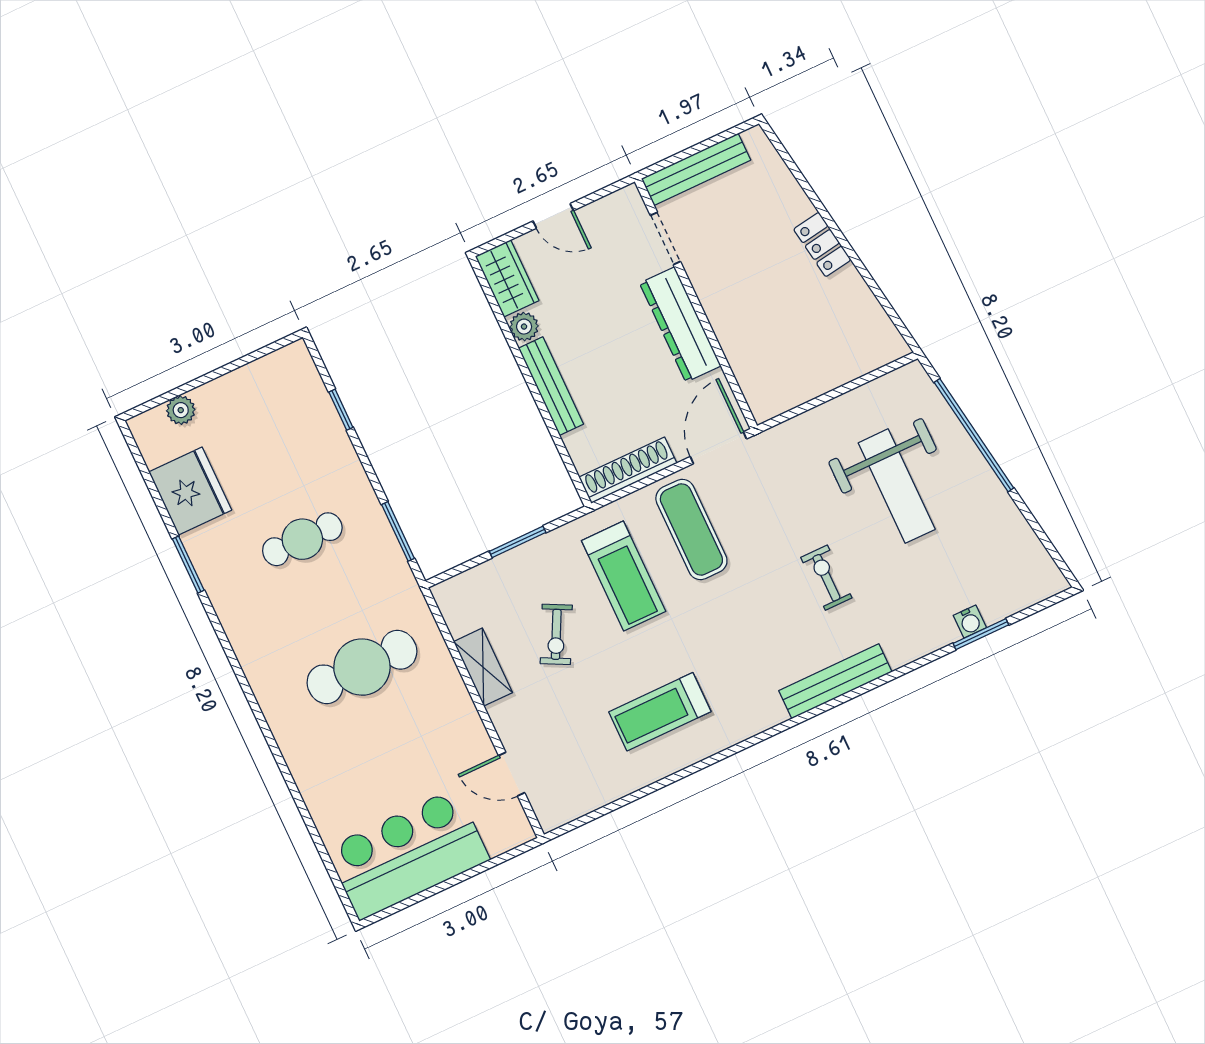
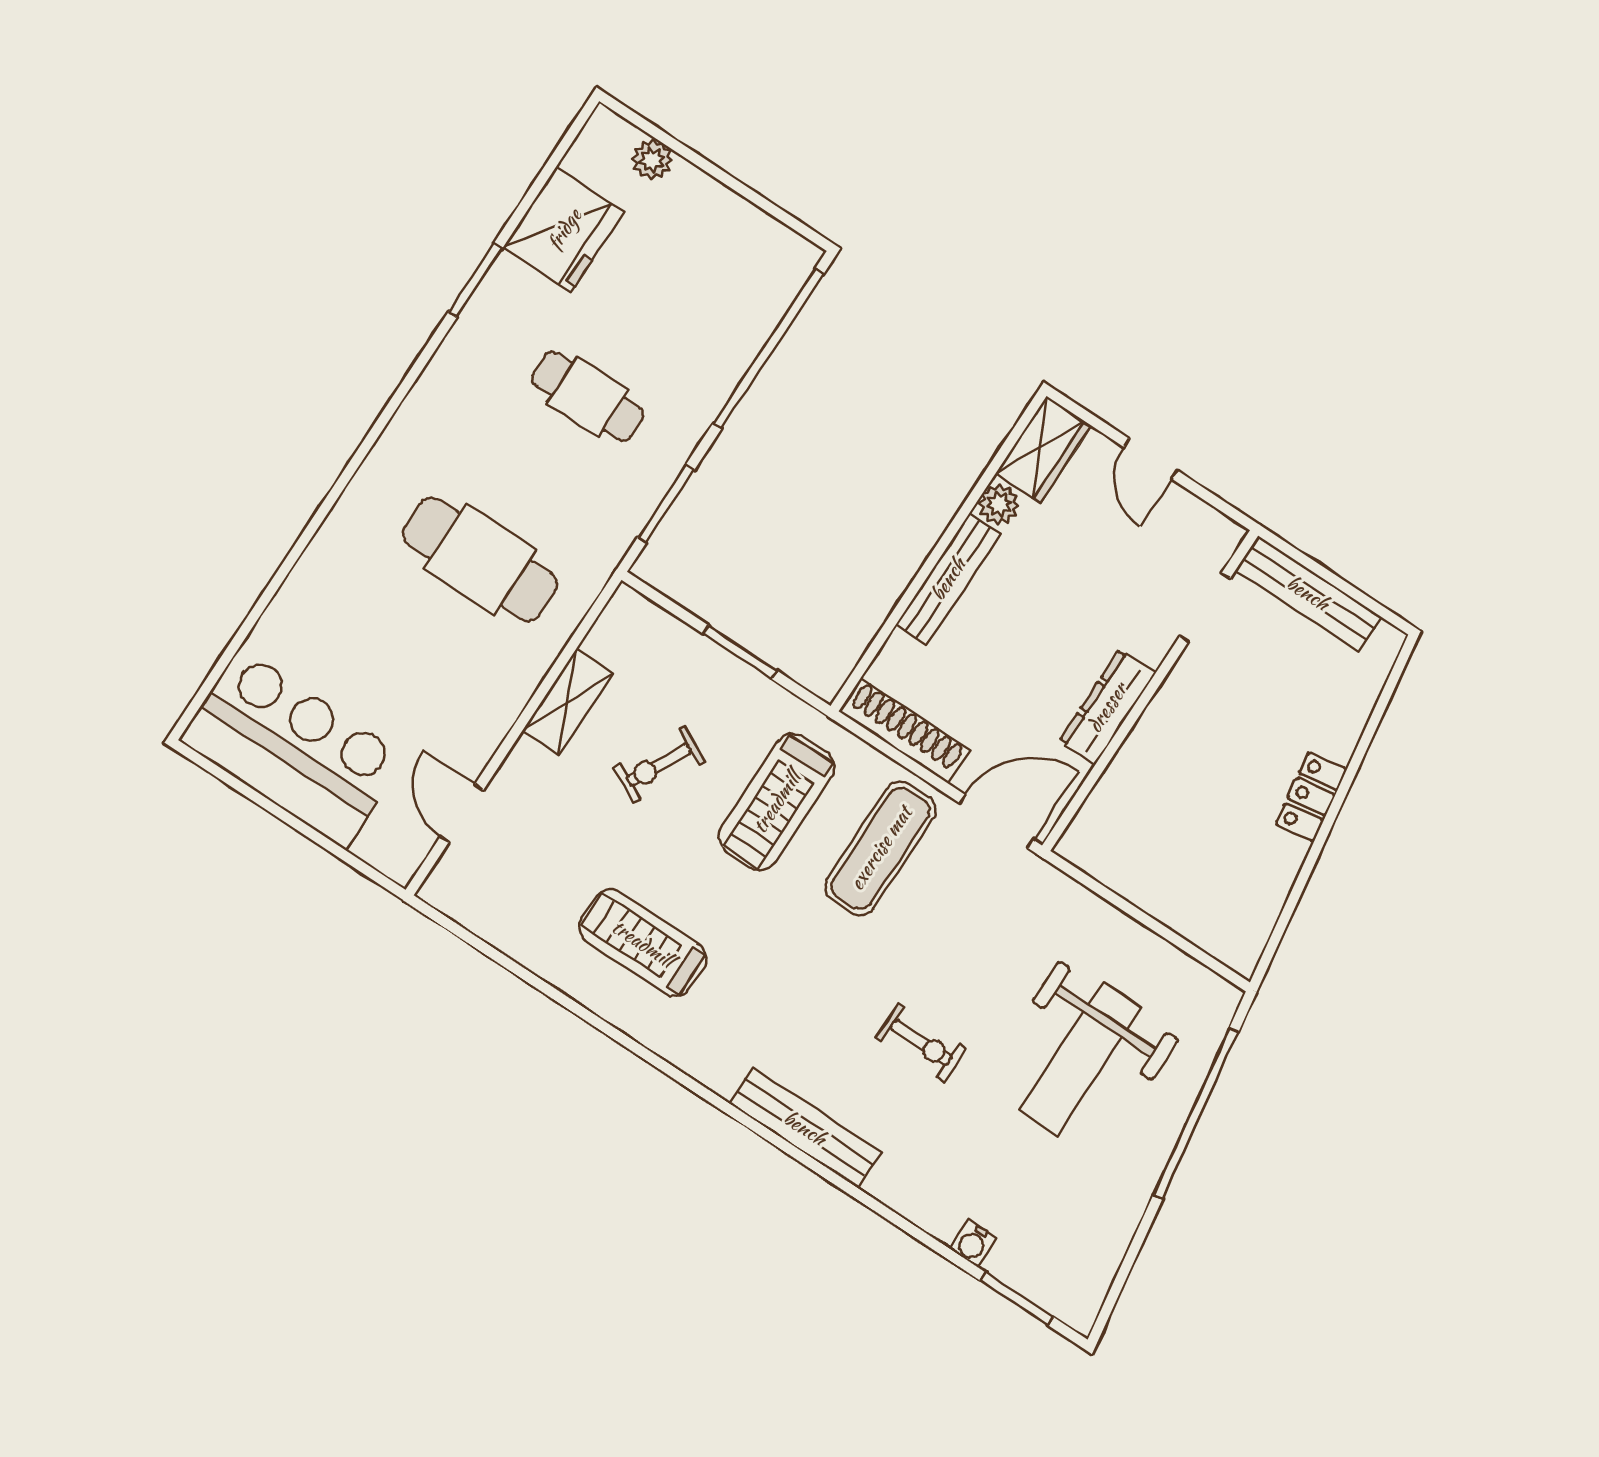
dresser: (680, 324) -> (1107, 707), width x0.73, depth x0.80
window: (341, 410) -> (768, 348), width x3.17
exercise bike: (826, 578) -> (921, 1043), turned 90
window: (981, 634) -> (1017, 1299), moved

